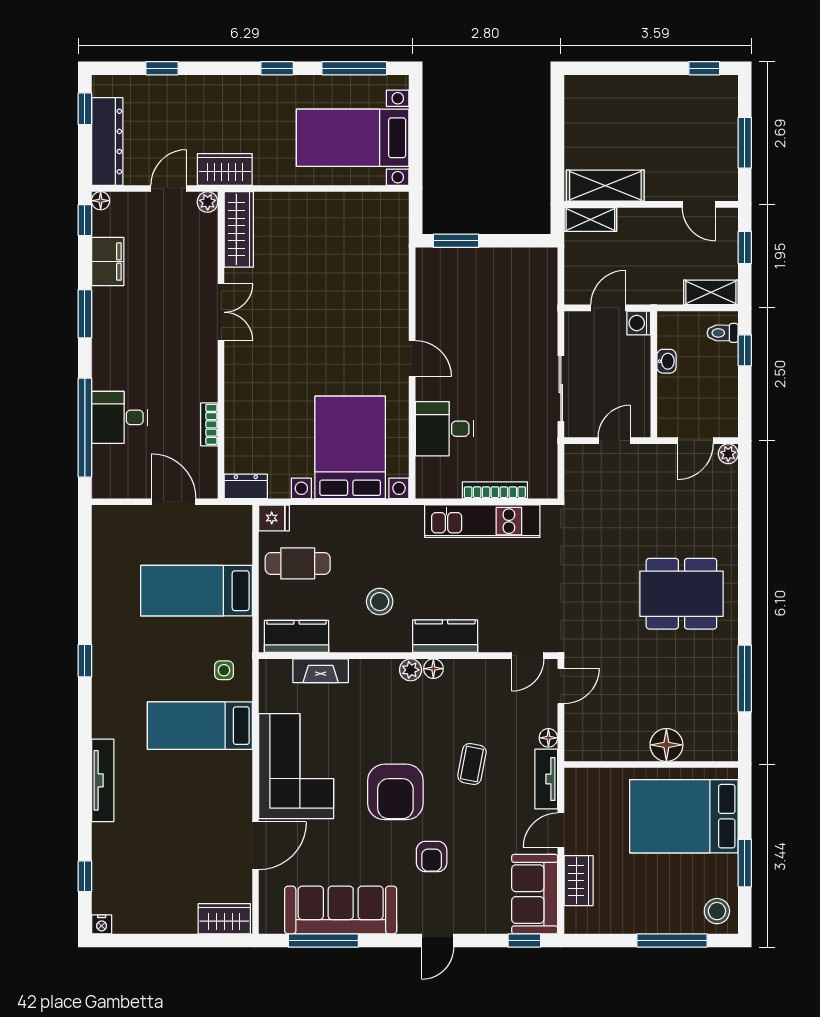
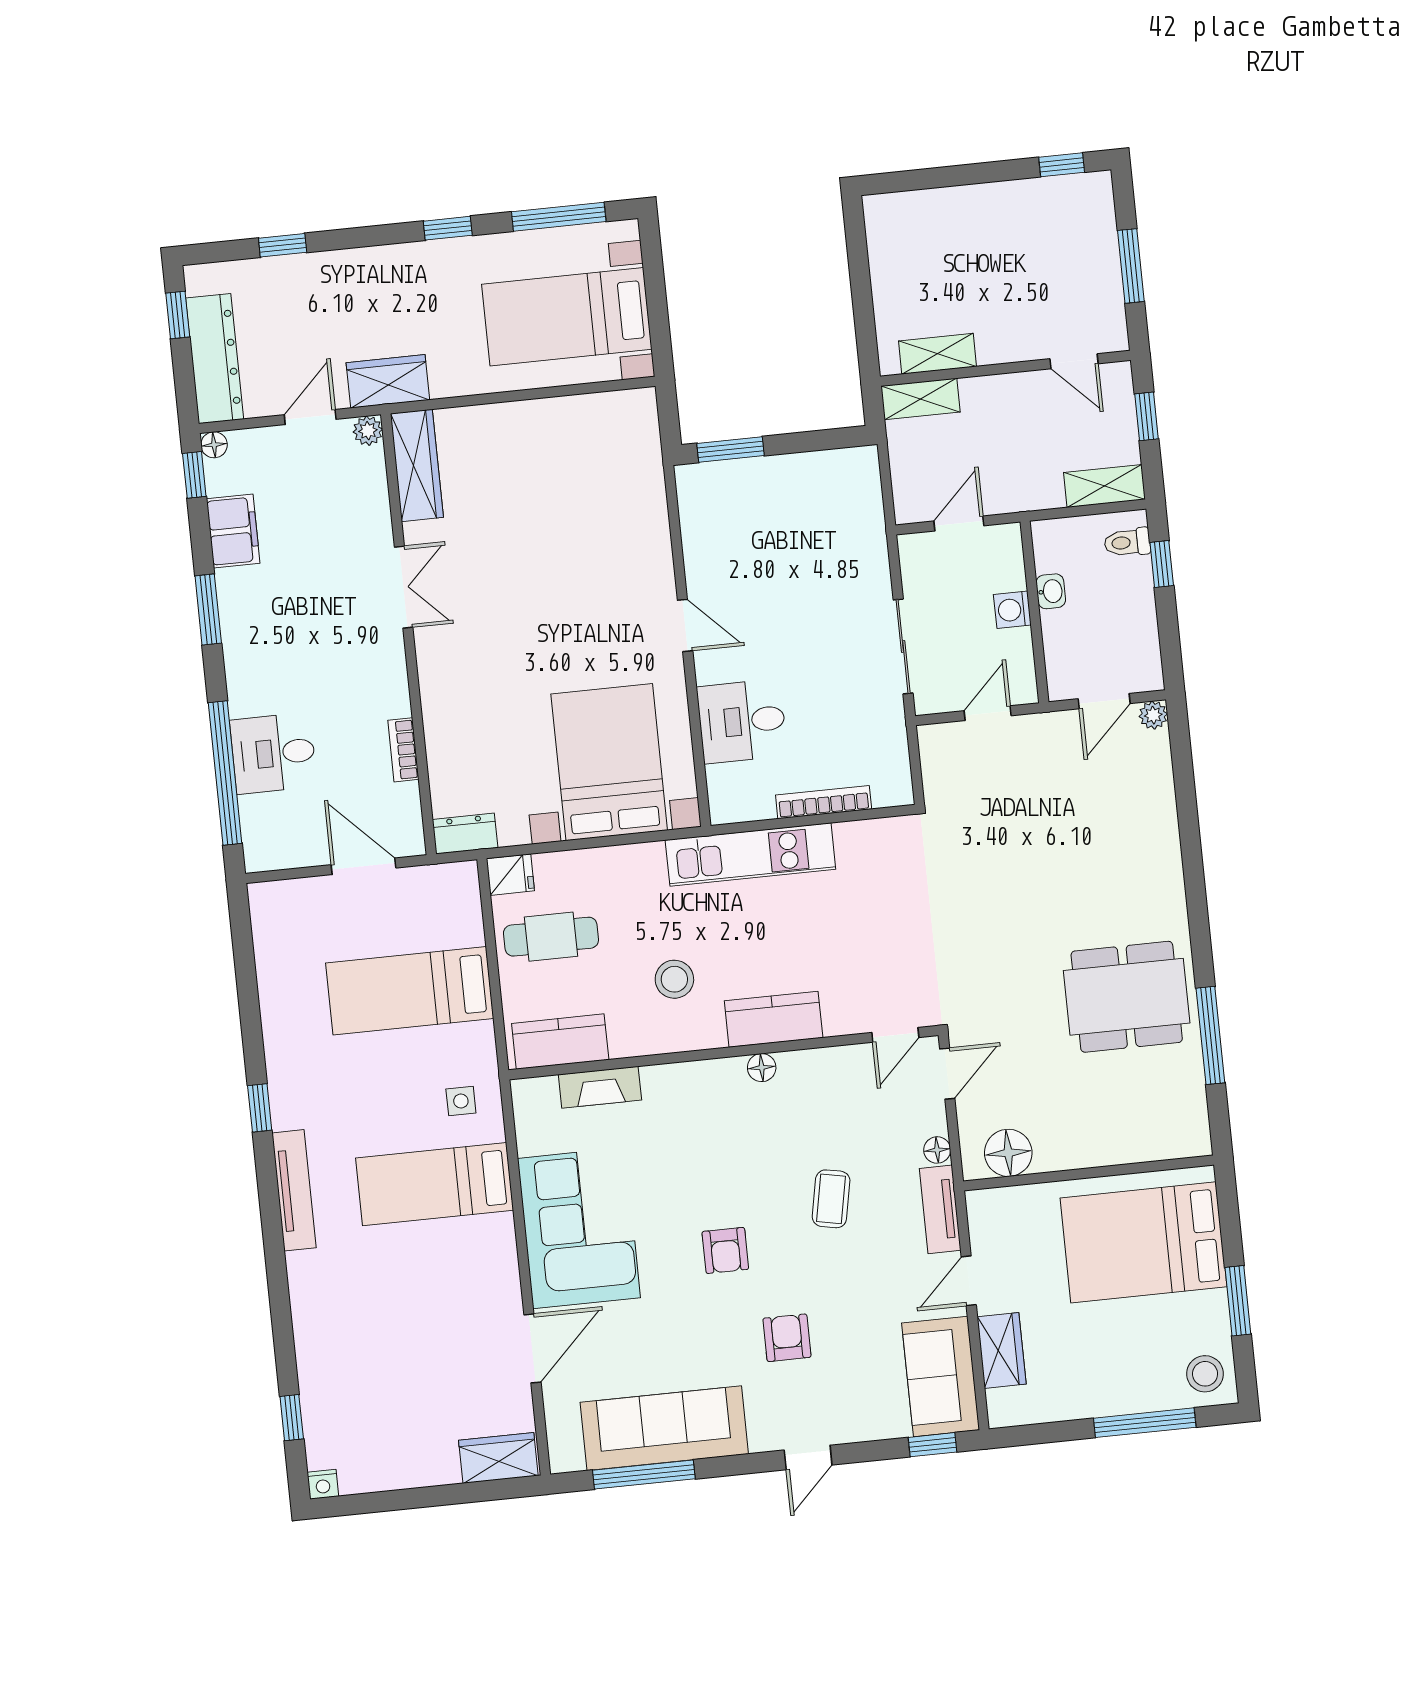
shelving: (605, 186) -> (937, 354), width x0.67, depth x0.75
washing machine: (639, 323) -> (1012, 610), moved
kitchen unit: (482, 521) -> (750, 855), moved
dining table: (681, 594) -> (1127, 997), moved
plant: (411, 670) -> (729, 1073), removed
floor lamp: (666, 745) -> (1008, 1153), moved
tv unit: (103, 780) -> (294, 1190), moved
armchair: (395, 792) -> (725, 1250), width x0.53, depth x0.53
armchair: (432, 856) -> (787, 1338), turned 180

